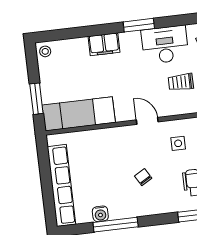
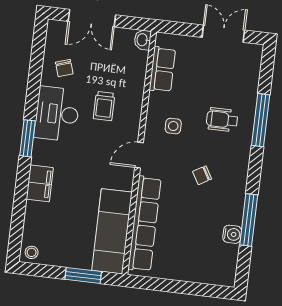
row of seats: (61, 185) -> (145, 224), moved, turned 90

